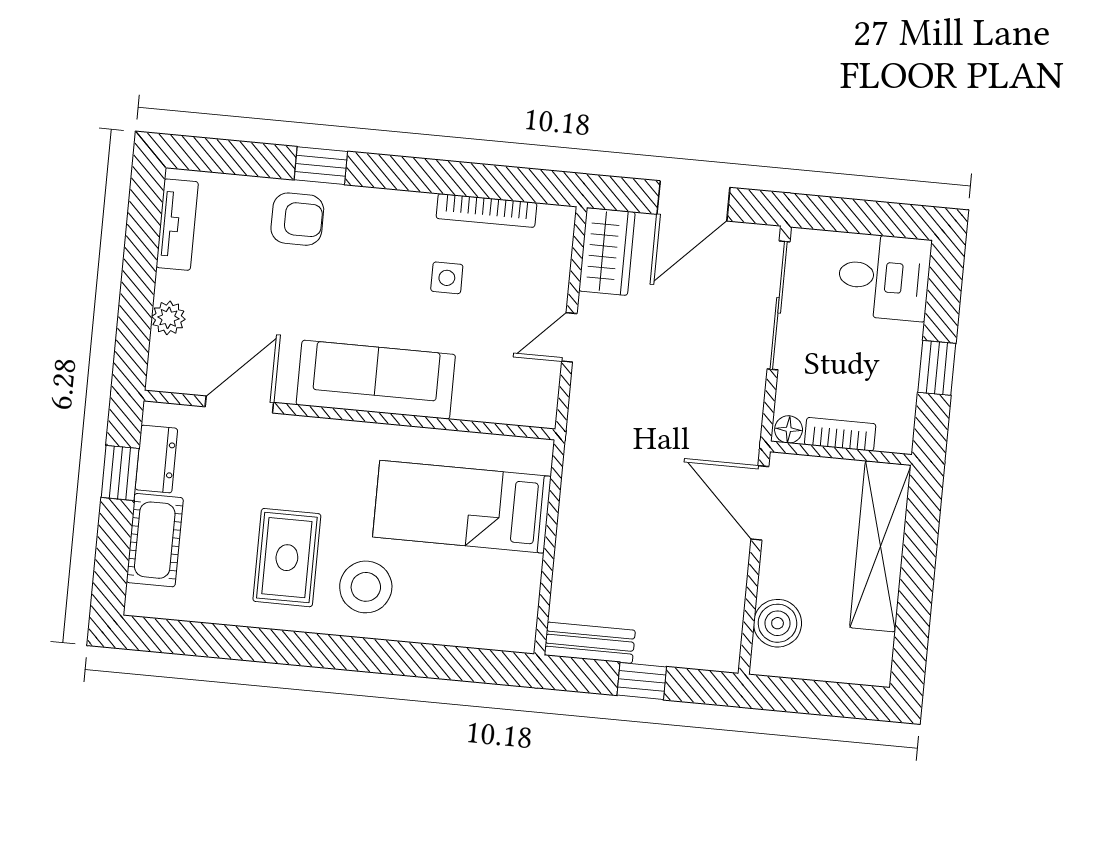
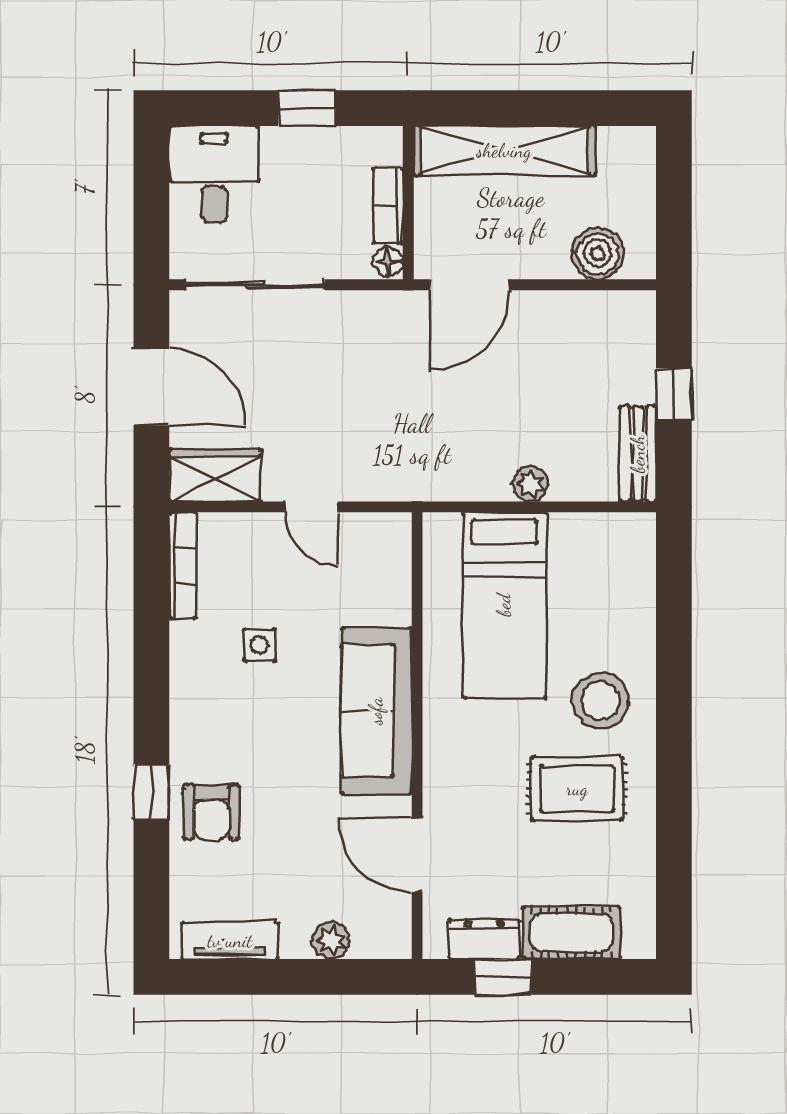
bookcase: (486, 211) -> (183, 566), moved
armchair: (297, 219) -> (211, 812), turned 180
plant: (571, 541) -> (530, 484), added

